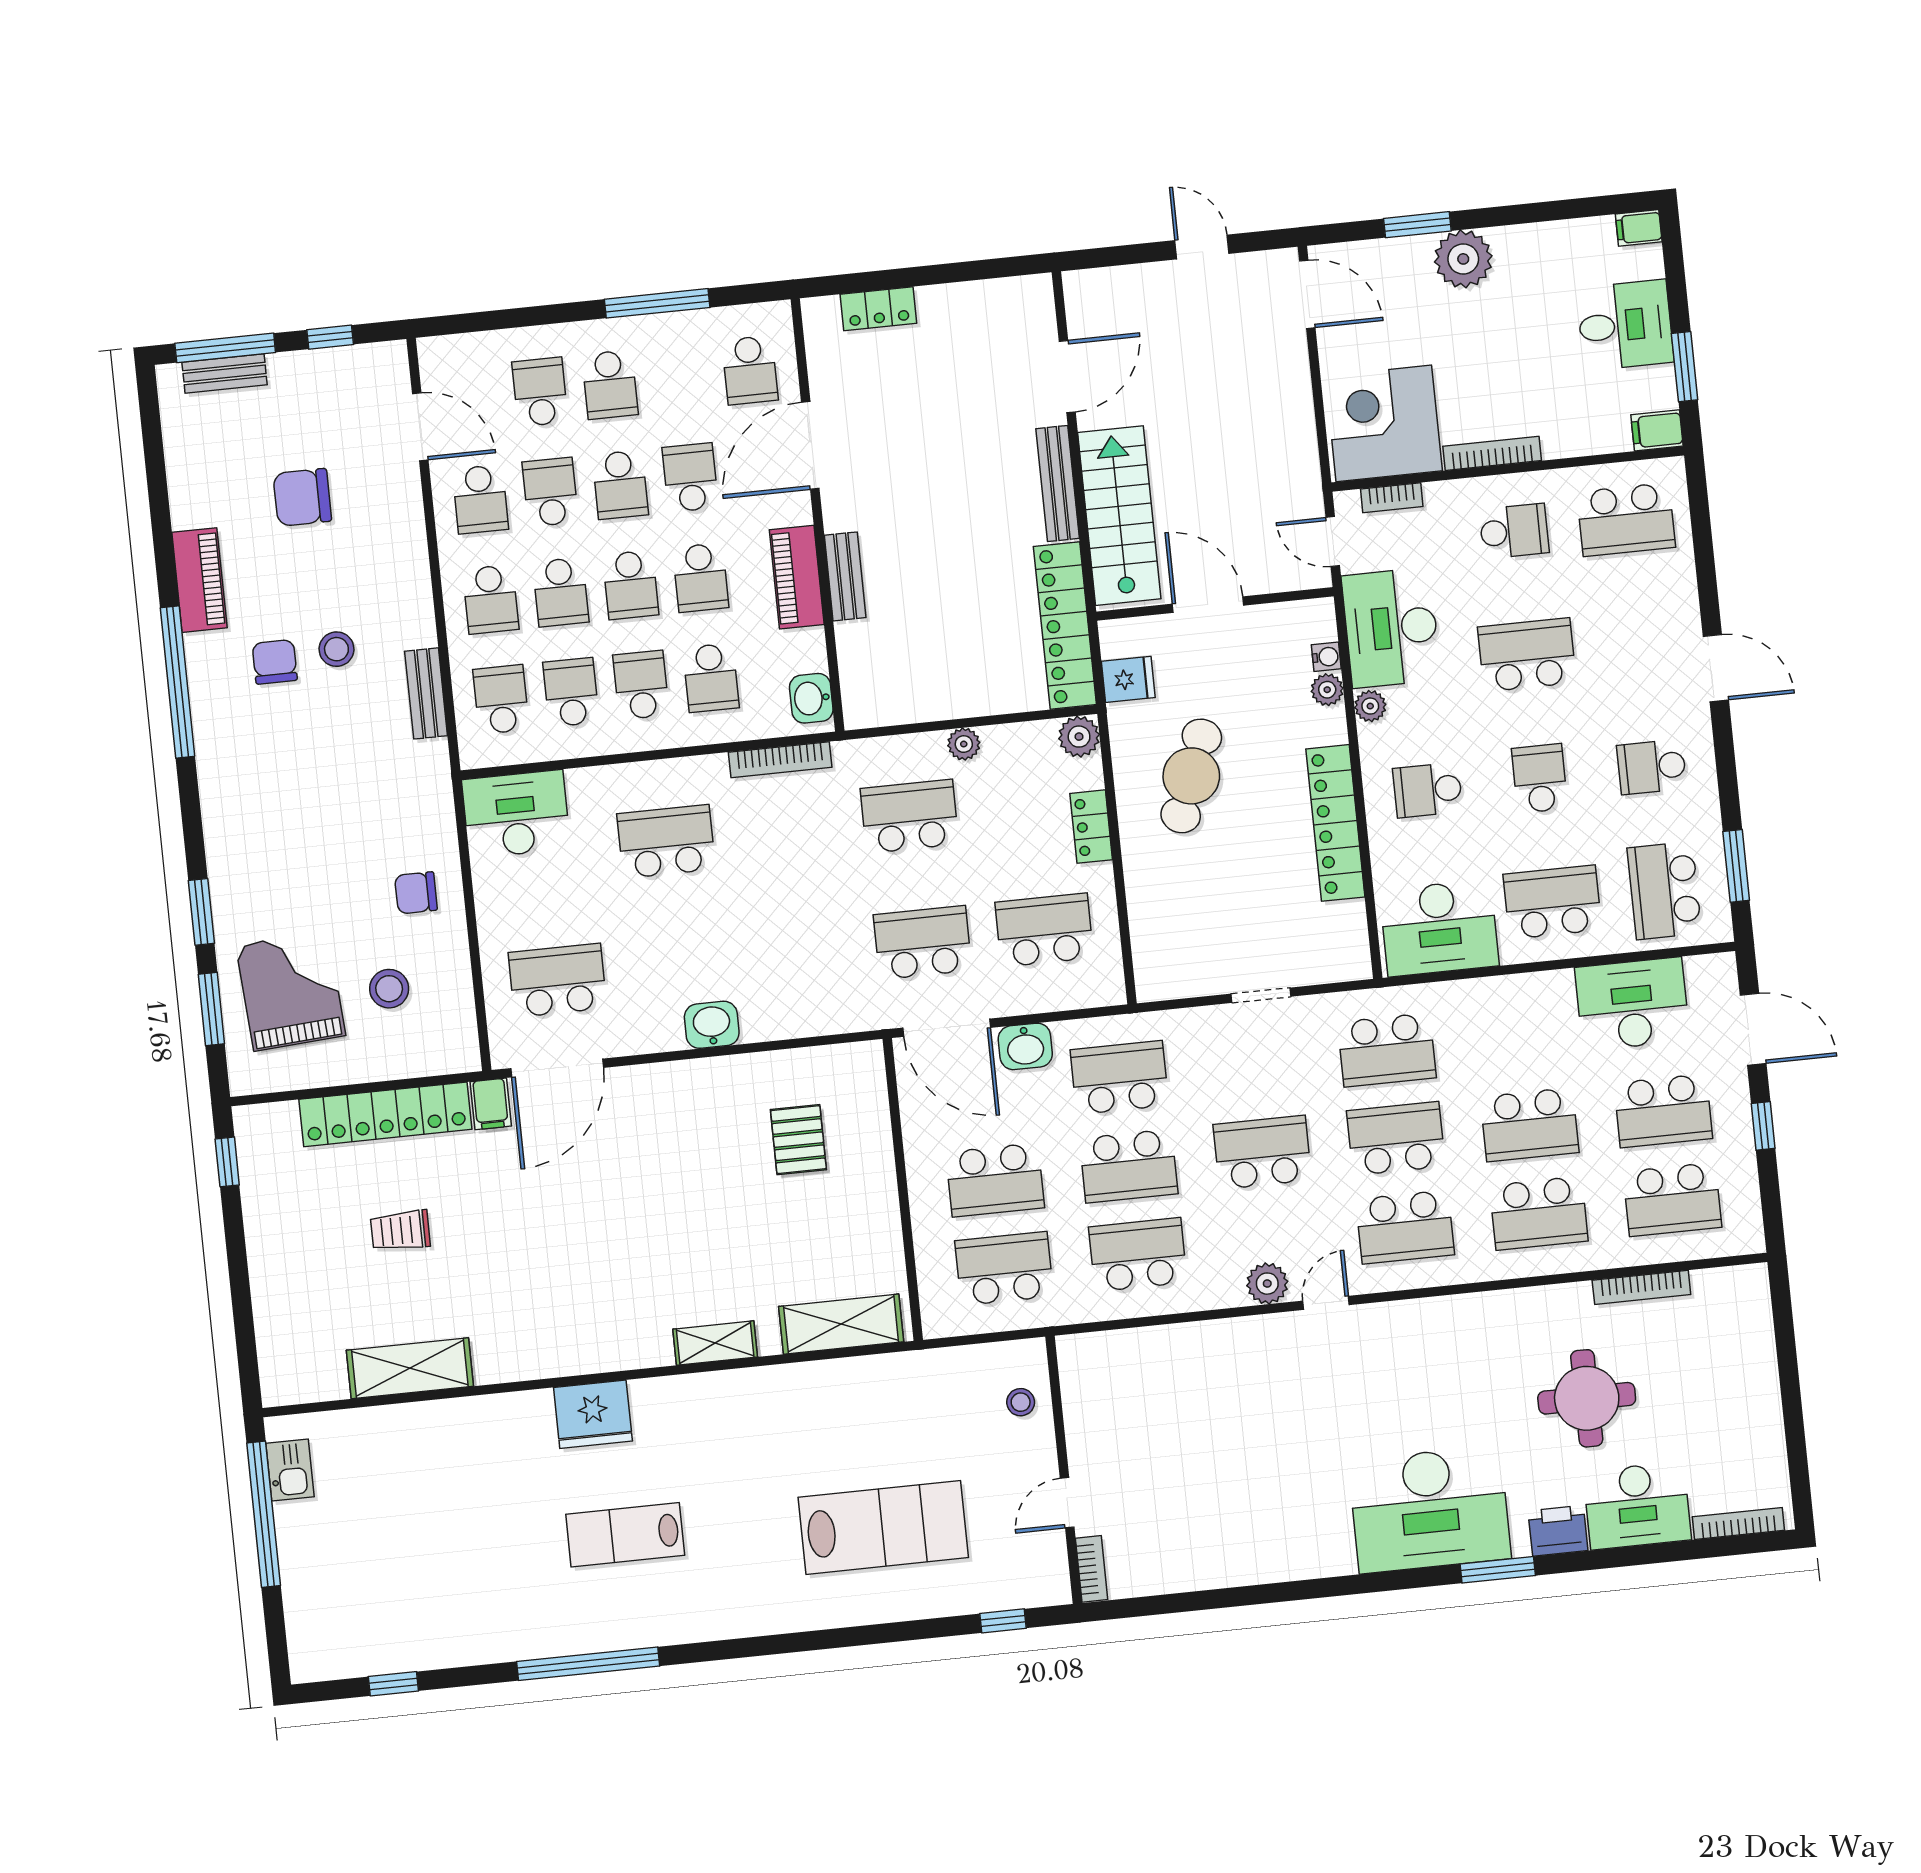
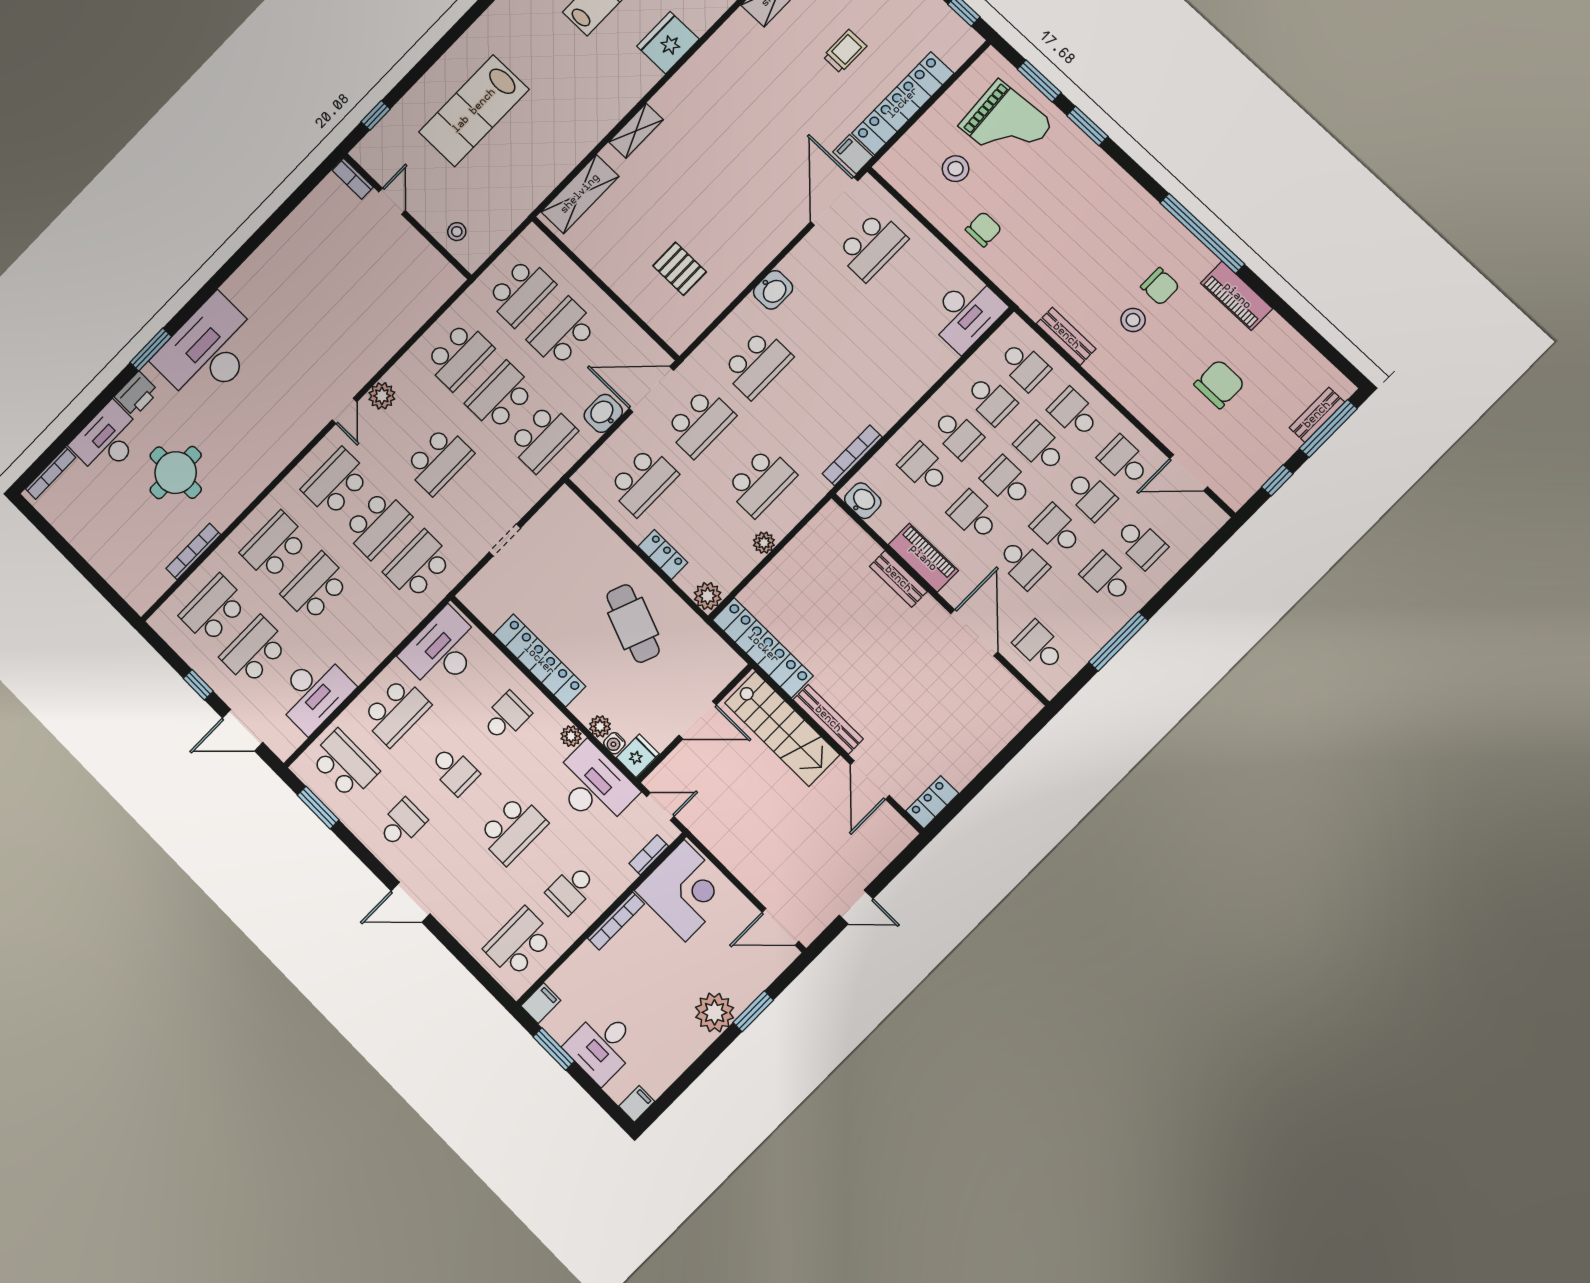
locker: (878, 309) -> (932, 802), moved
fridge: (1128, 679) -> (638, 756), moved, turned 180
school desk: (666, 841) -> (757, 364), moved

